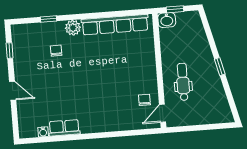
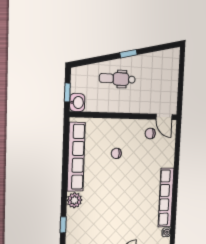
chair: (56, 51) -> (116, 153), moved
dental chair: (183, 82) -> (117, 79), moved
row of seats: (64, 128) -> (166, 198), width x2.02

